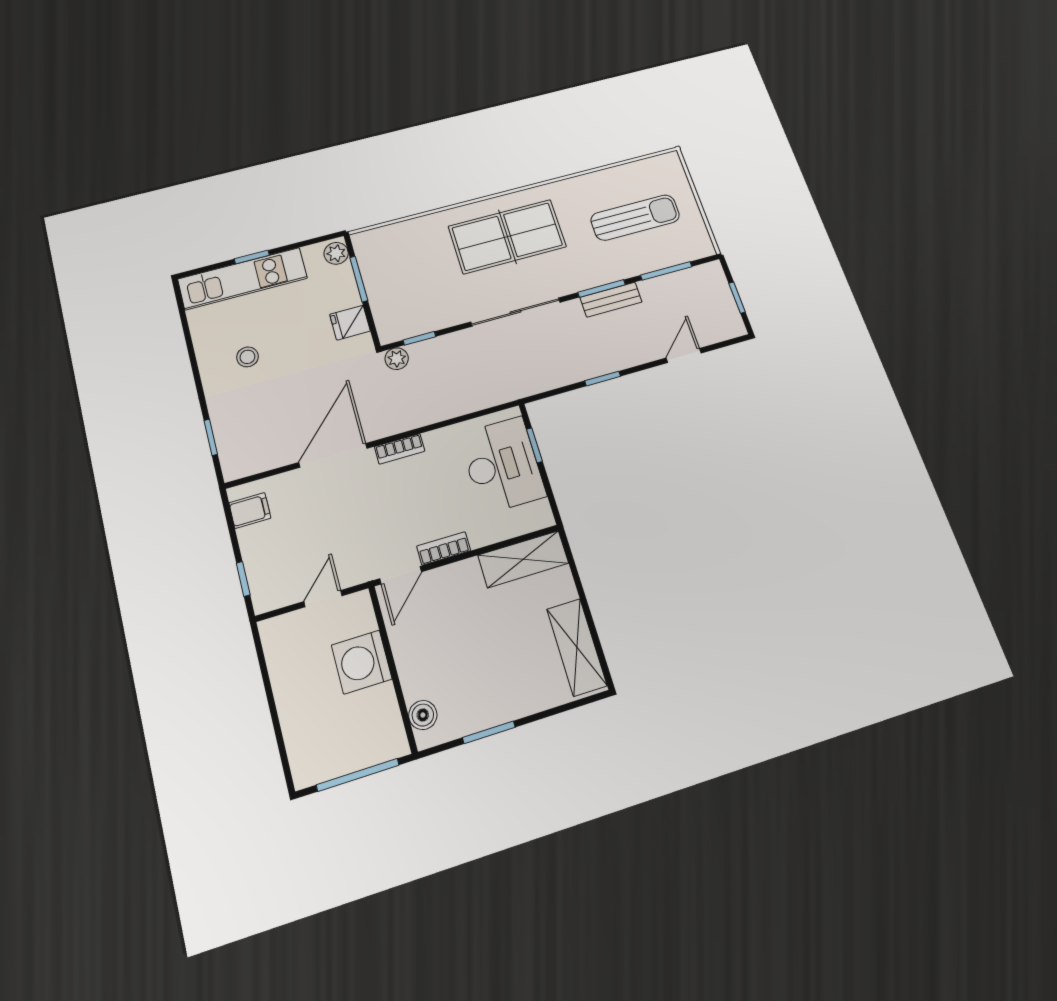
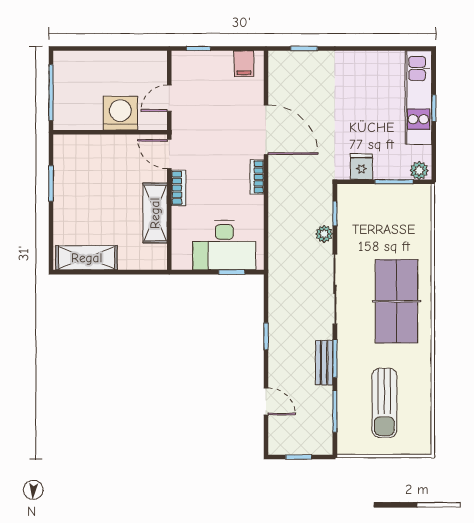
stool: (247, 357) -> (356, 87), removed
plant: (397, 359) -> (324, 234), moved
shelving: (523, 559) -> (155, 213), moved
door: (323, 599) -> (169, 98), swing flipped
boiler: (423, 715) -> (75, 144), removed

